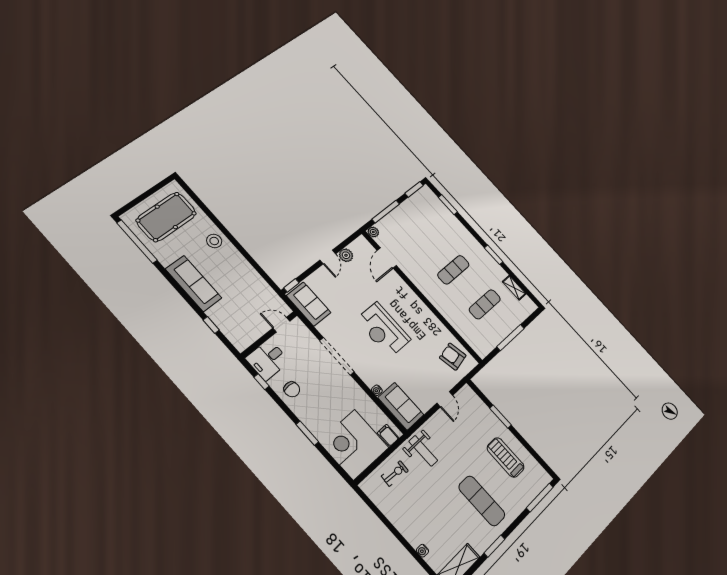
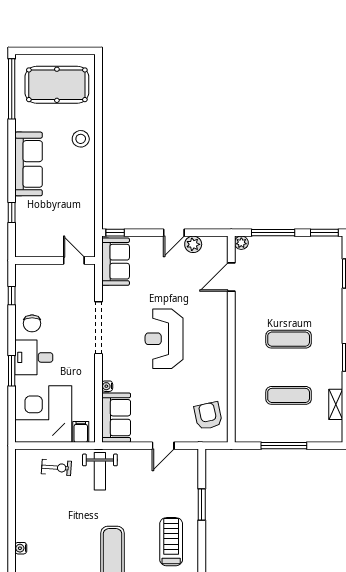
desk: (268, 360) -> (34, 357), moved

